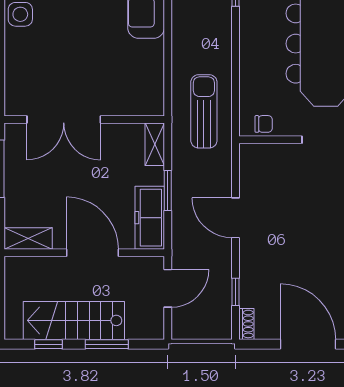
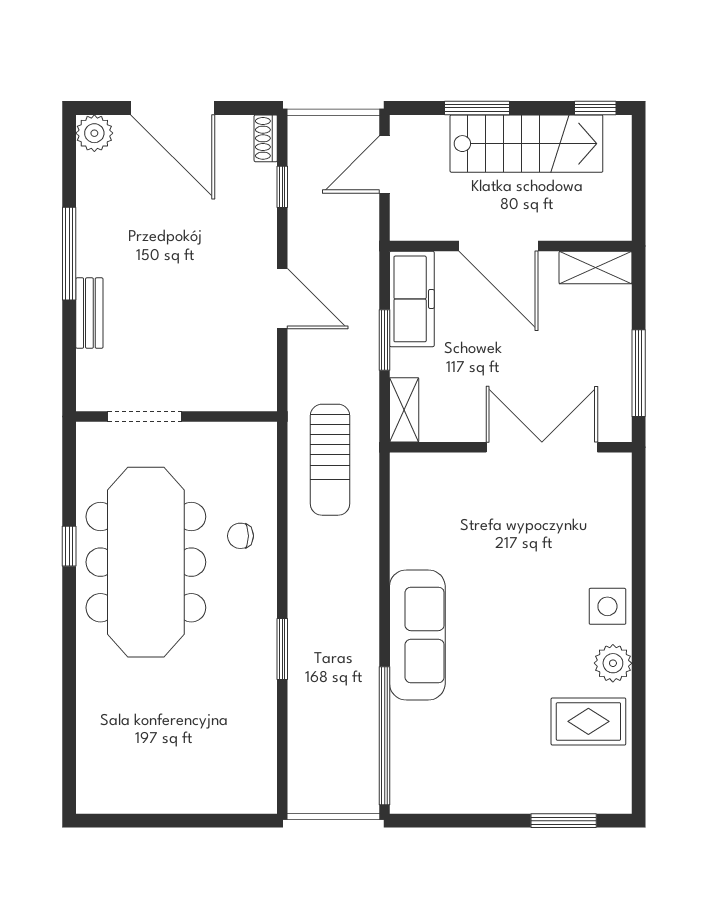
chair: (264, 124) -> (240, 536), moved
door: (168, 288) -> (385, 164), moved
window: (49, 344) -> (595, 108), moved

